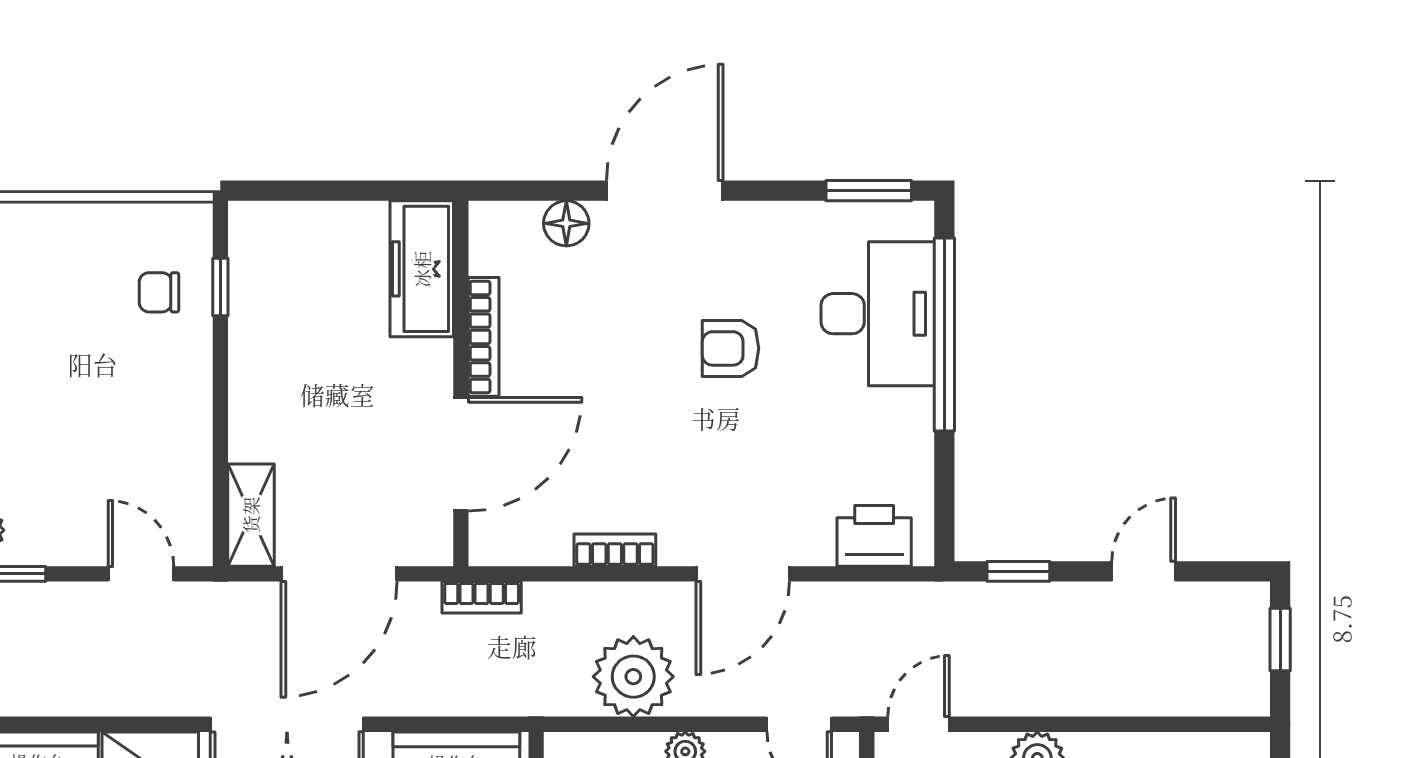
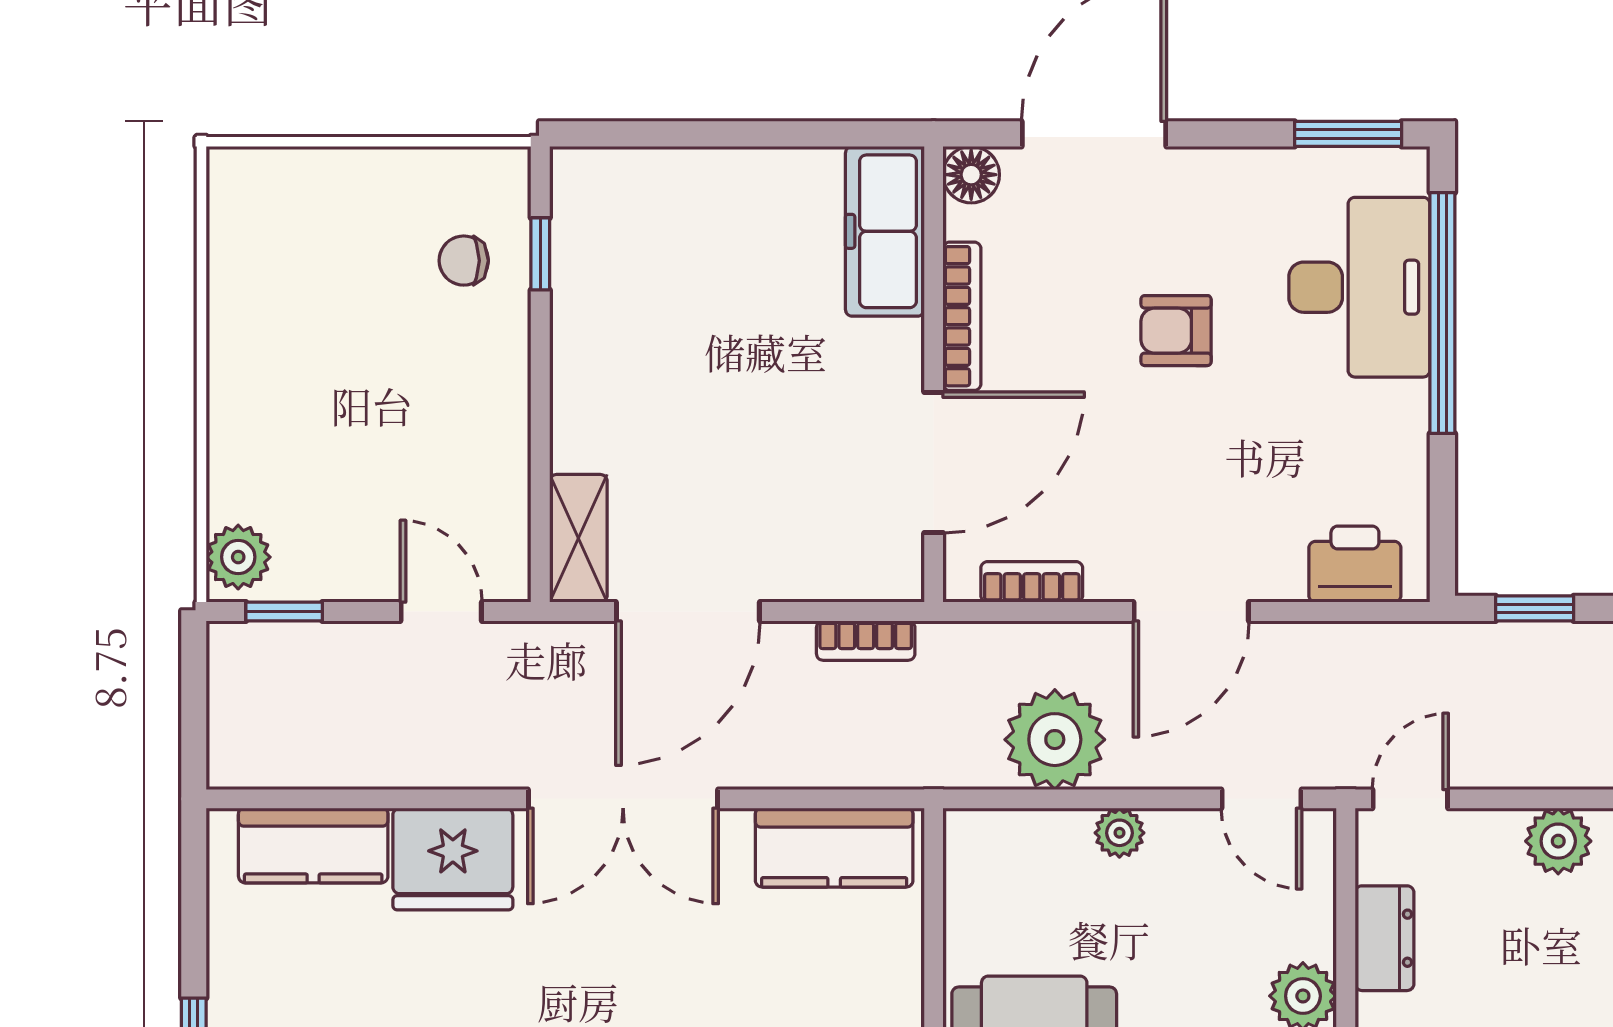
freezer: (422, 269) -> (885, 231), moved
bookcase: (484, 337) -> (962, 316), moved
wall: (461, 384) -> (934, 374), moved
door: (461, 454) -> (934, 462), moved

